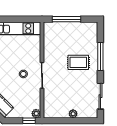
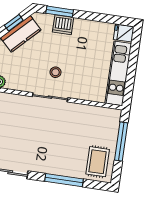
rug: (78, 62) -> (98, 162), moved

